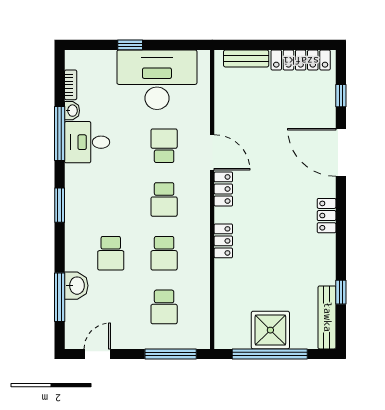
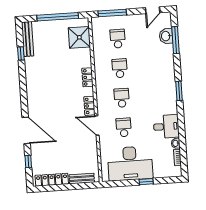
window: (60, 134) -> (182, 130), removed
school desk: (164, 146) -> (124, 127), turned 180
locker: (327, 216) -> (32, 95), removed
school desk: (111, 253) -> (149, 66), removed
washbasin: (76, 286) -> (166, 36), moved
shower: (270, 330) -> (79, 37), moved

